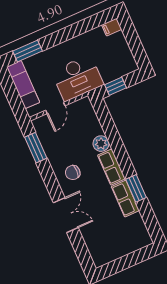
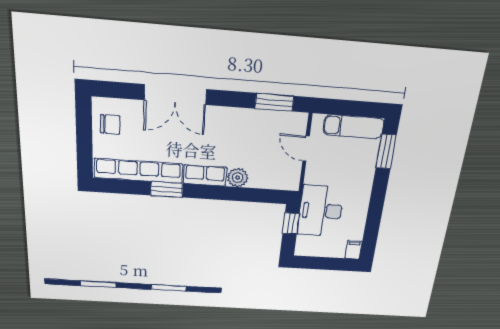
desk: (77, 78) -> (321, 211), moved
chair: (73, 173) -> (110, 124), moved, turned 90
row of seats: (125, 199) -> (139, 171), width x2.02
double door: (66, 215) -> (175, 95), width x1.37

